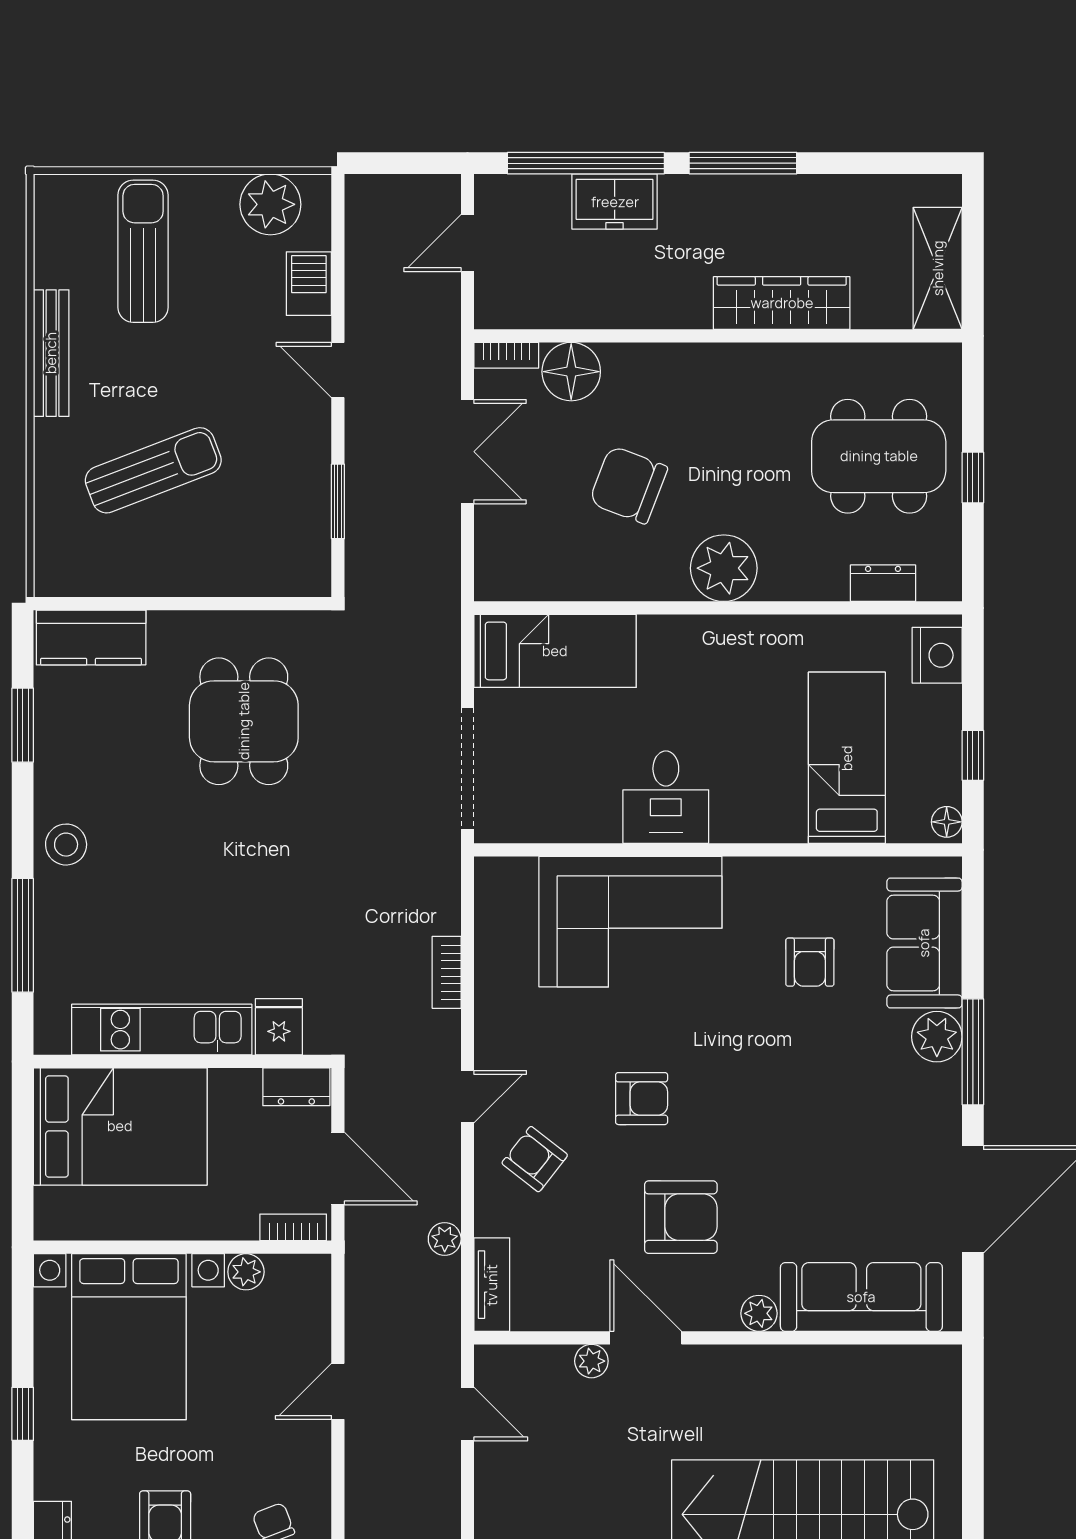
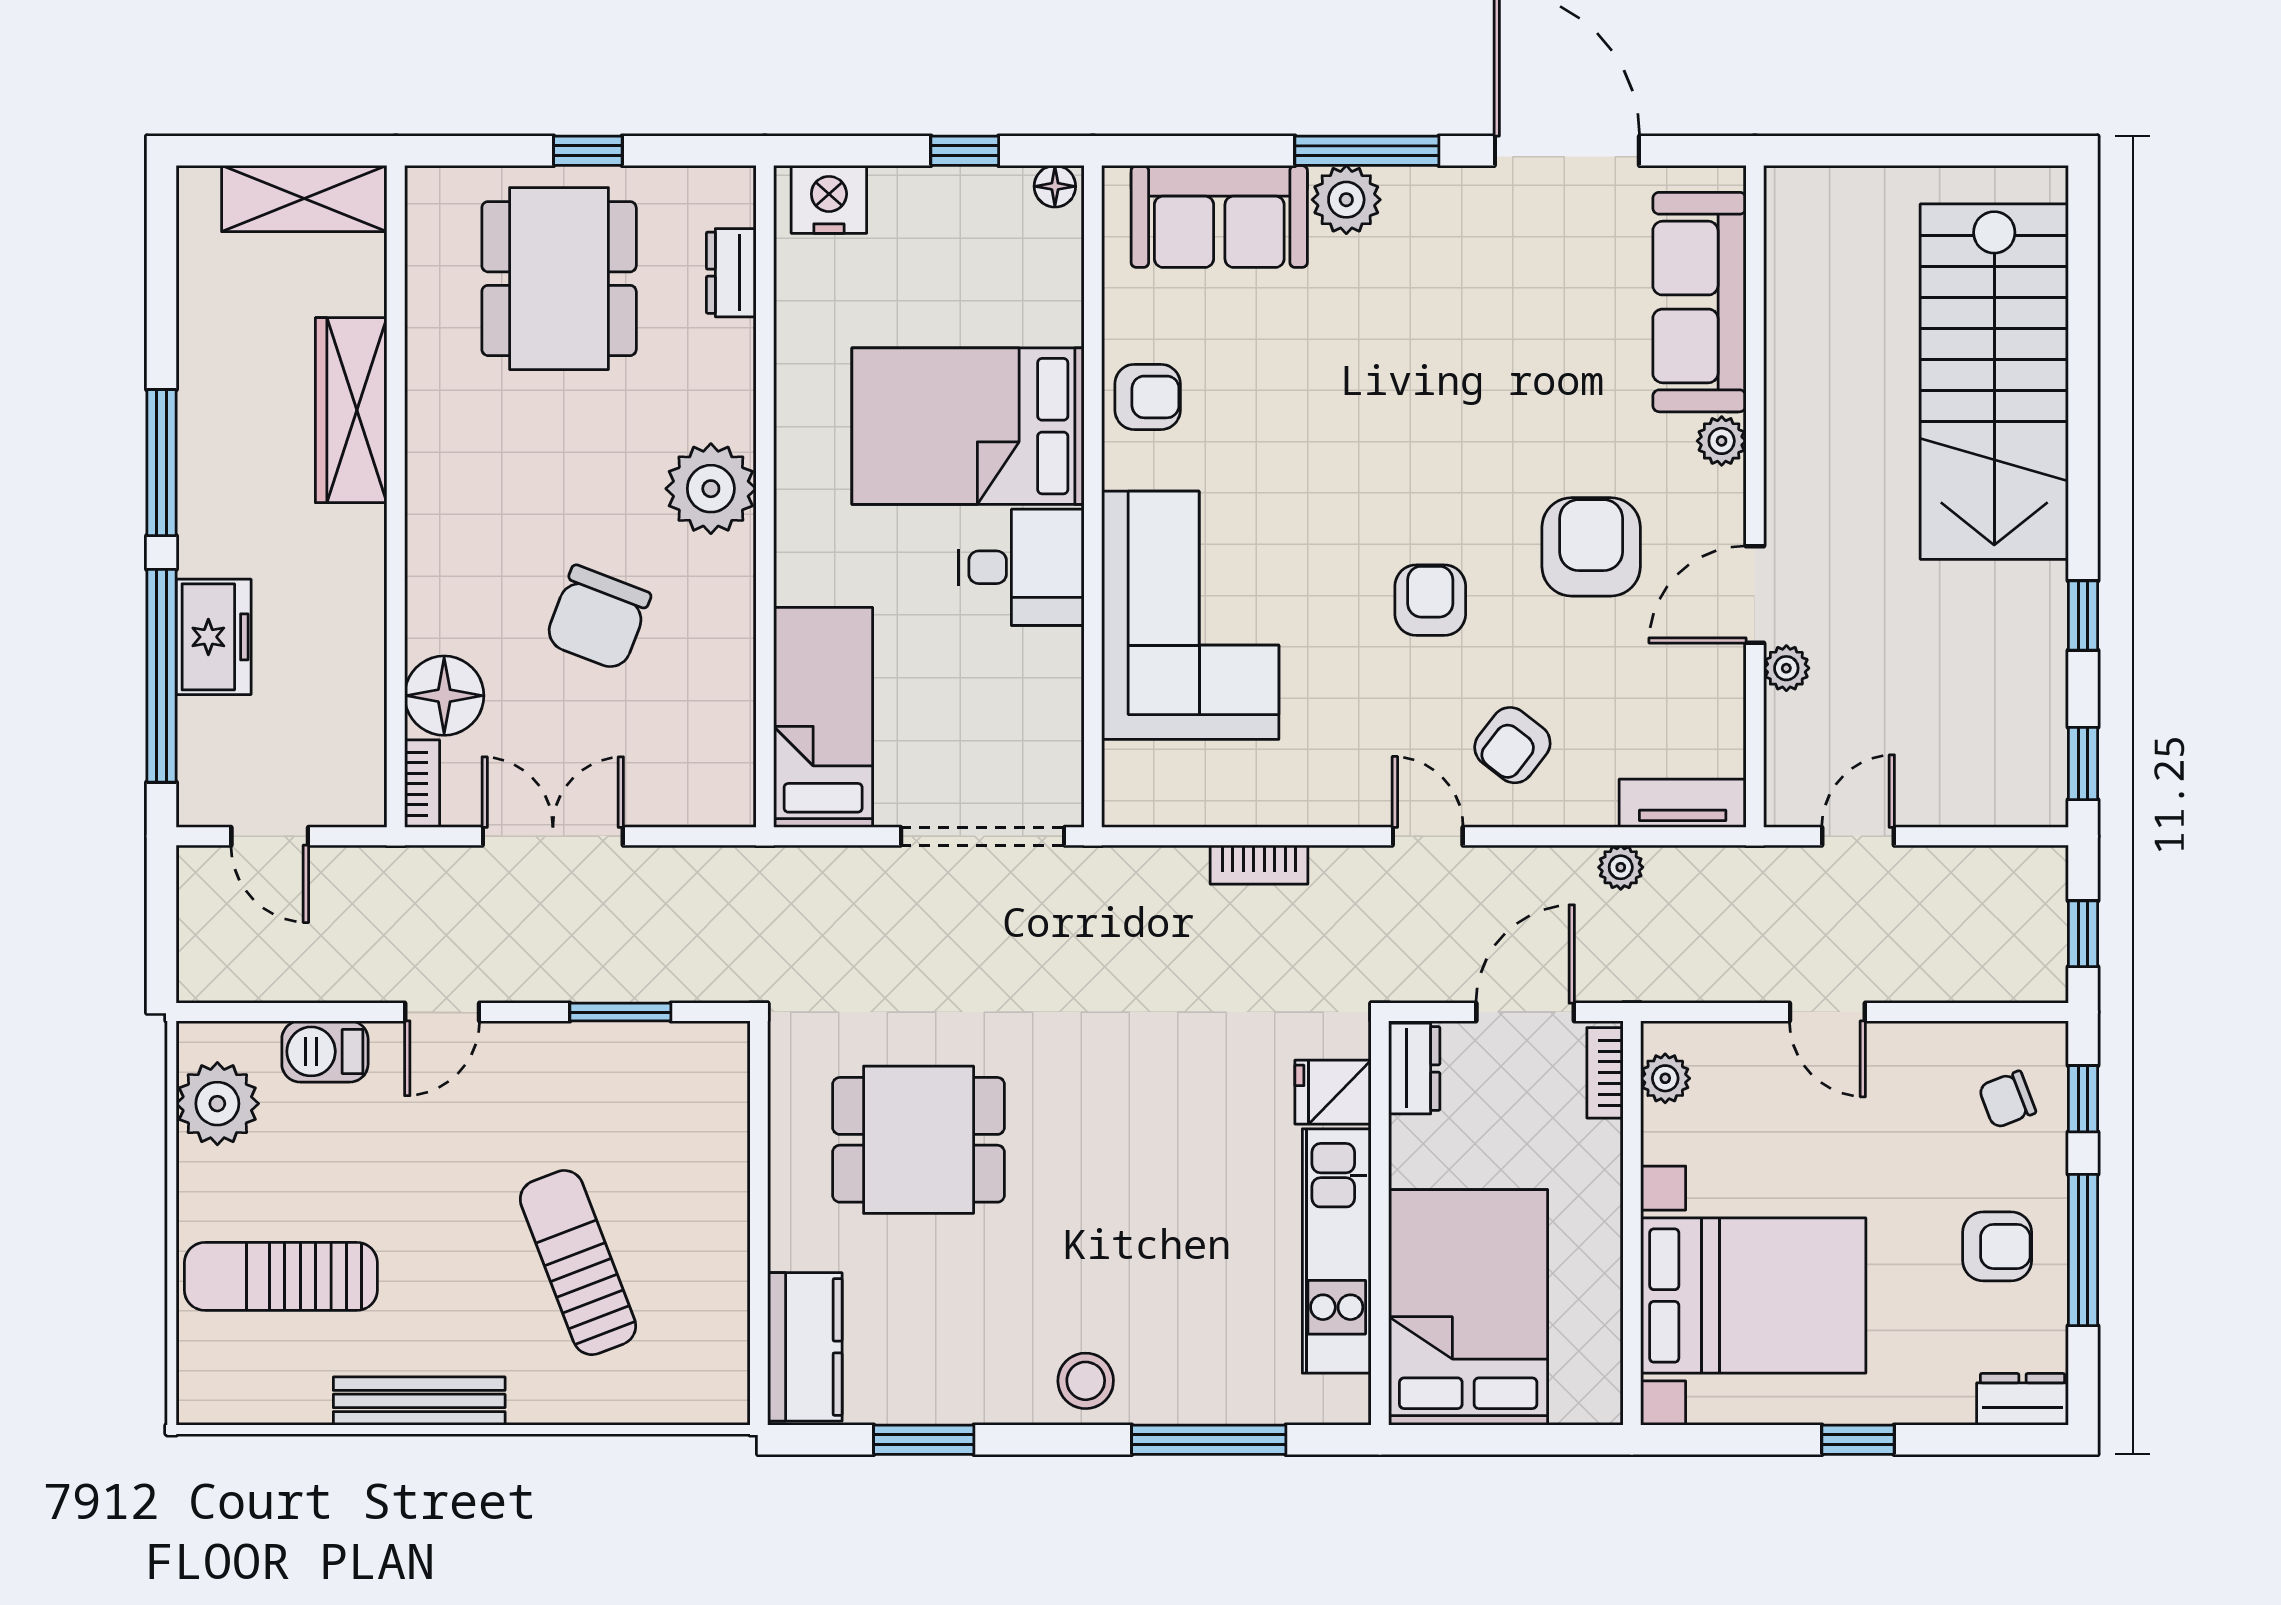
bed: (847, 758) -> (968, 426), moved, width x1.50
armchair: (810, 962) -> (1148, 397), moved
plant: (246, 1272) -> (1665, 1078), moved

